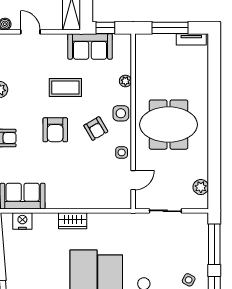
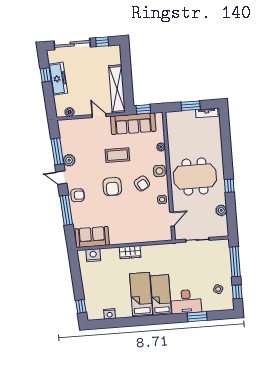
window: (170, 28) -> (191, 106), width x0.69
door: (30, 32) -> (99, 116), moved
sofa: (90, 47) -> (133, 124), width x1.36
window: (214, 141) -> (229, 186), added
plant: (201, 187) -> (221, 210), moved

